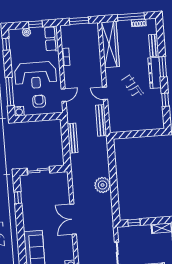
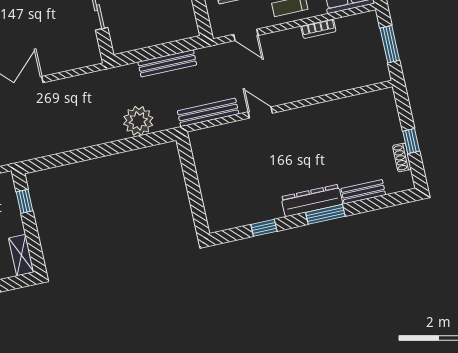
window: (131, 17) -> (411, 141), width x0.46
wardrobe: (110, 44) -> (354, 109), removed
door: (105, 93) -> (260, 113), hinge flipped
plant: (103, 185) -> (138, 121), moved

